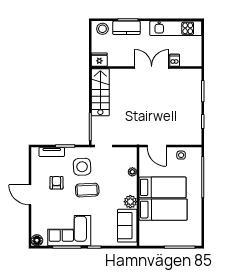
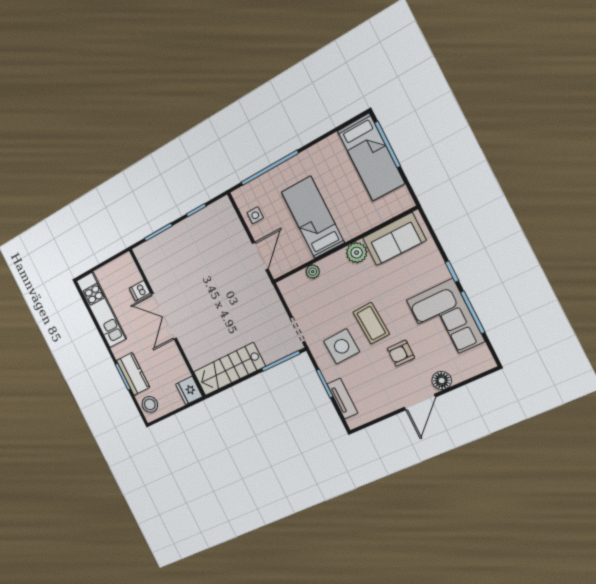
armchair: (56, 183) -> (401, 353), moved
bed: (163, 210) -> (371, 157), moved, turned 180
floor lamp: (37, 240) -> (442, 381), moved

